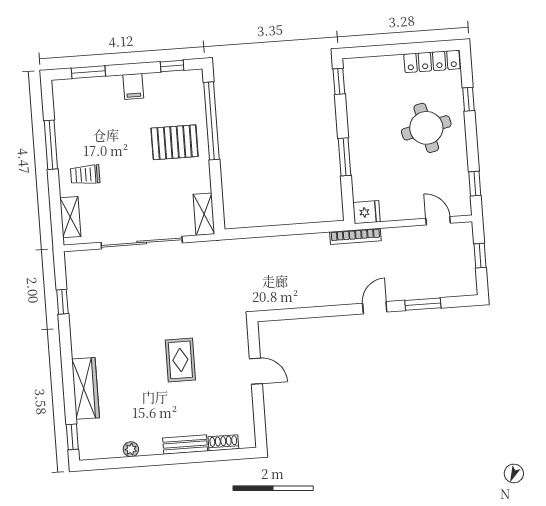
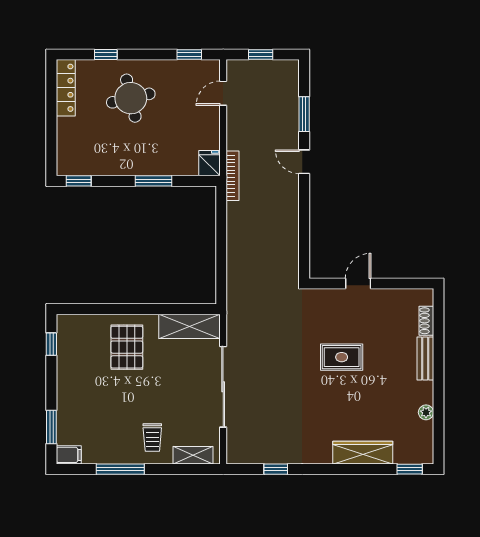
filing cabinet: (133, 86) -> (69, 455), moved
window: (211, 121) -> (108, 309), removed
shelving: (204, 214) -> (190, 326), width x1.50, depth x1.33

